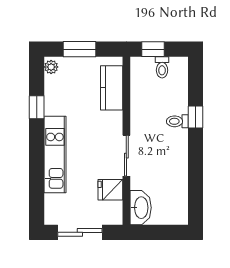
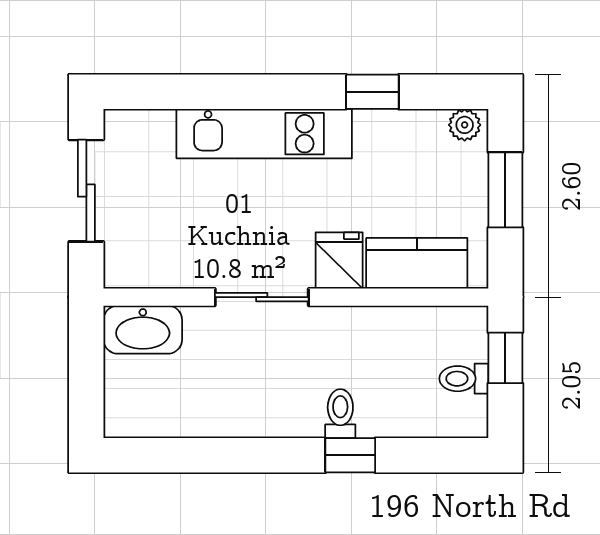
fridge: (110, 190) -> (339, 260), moved

